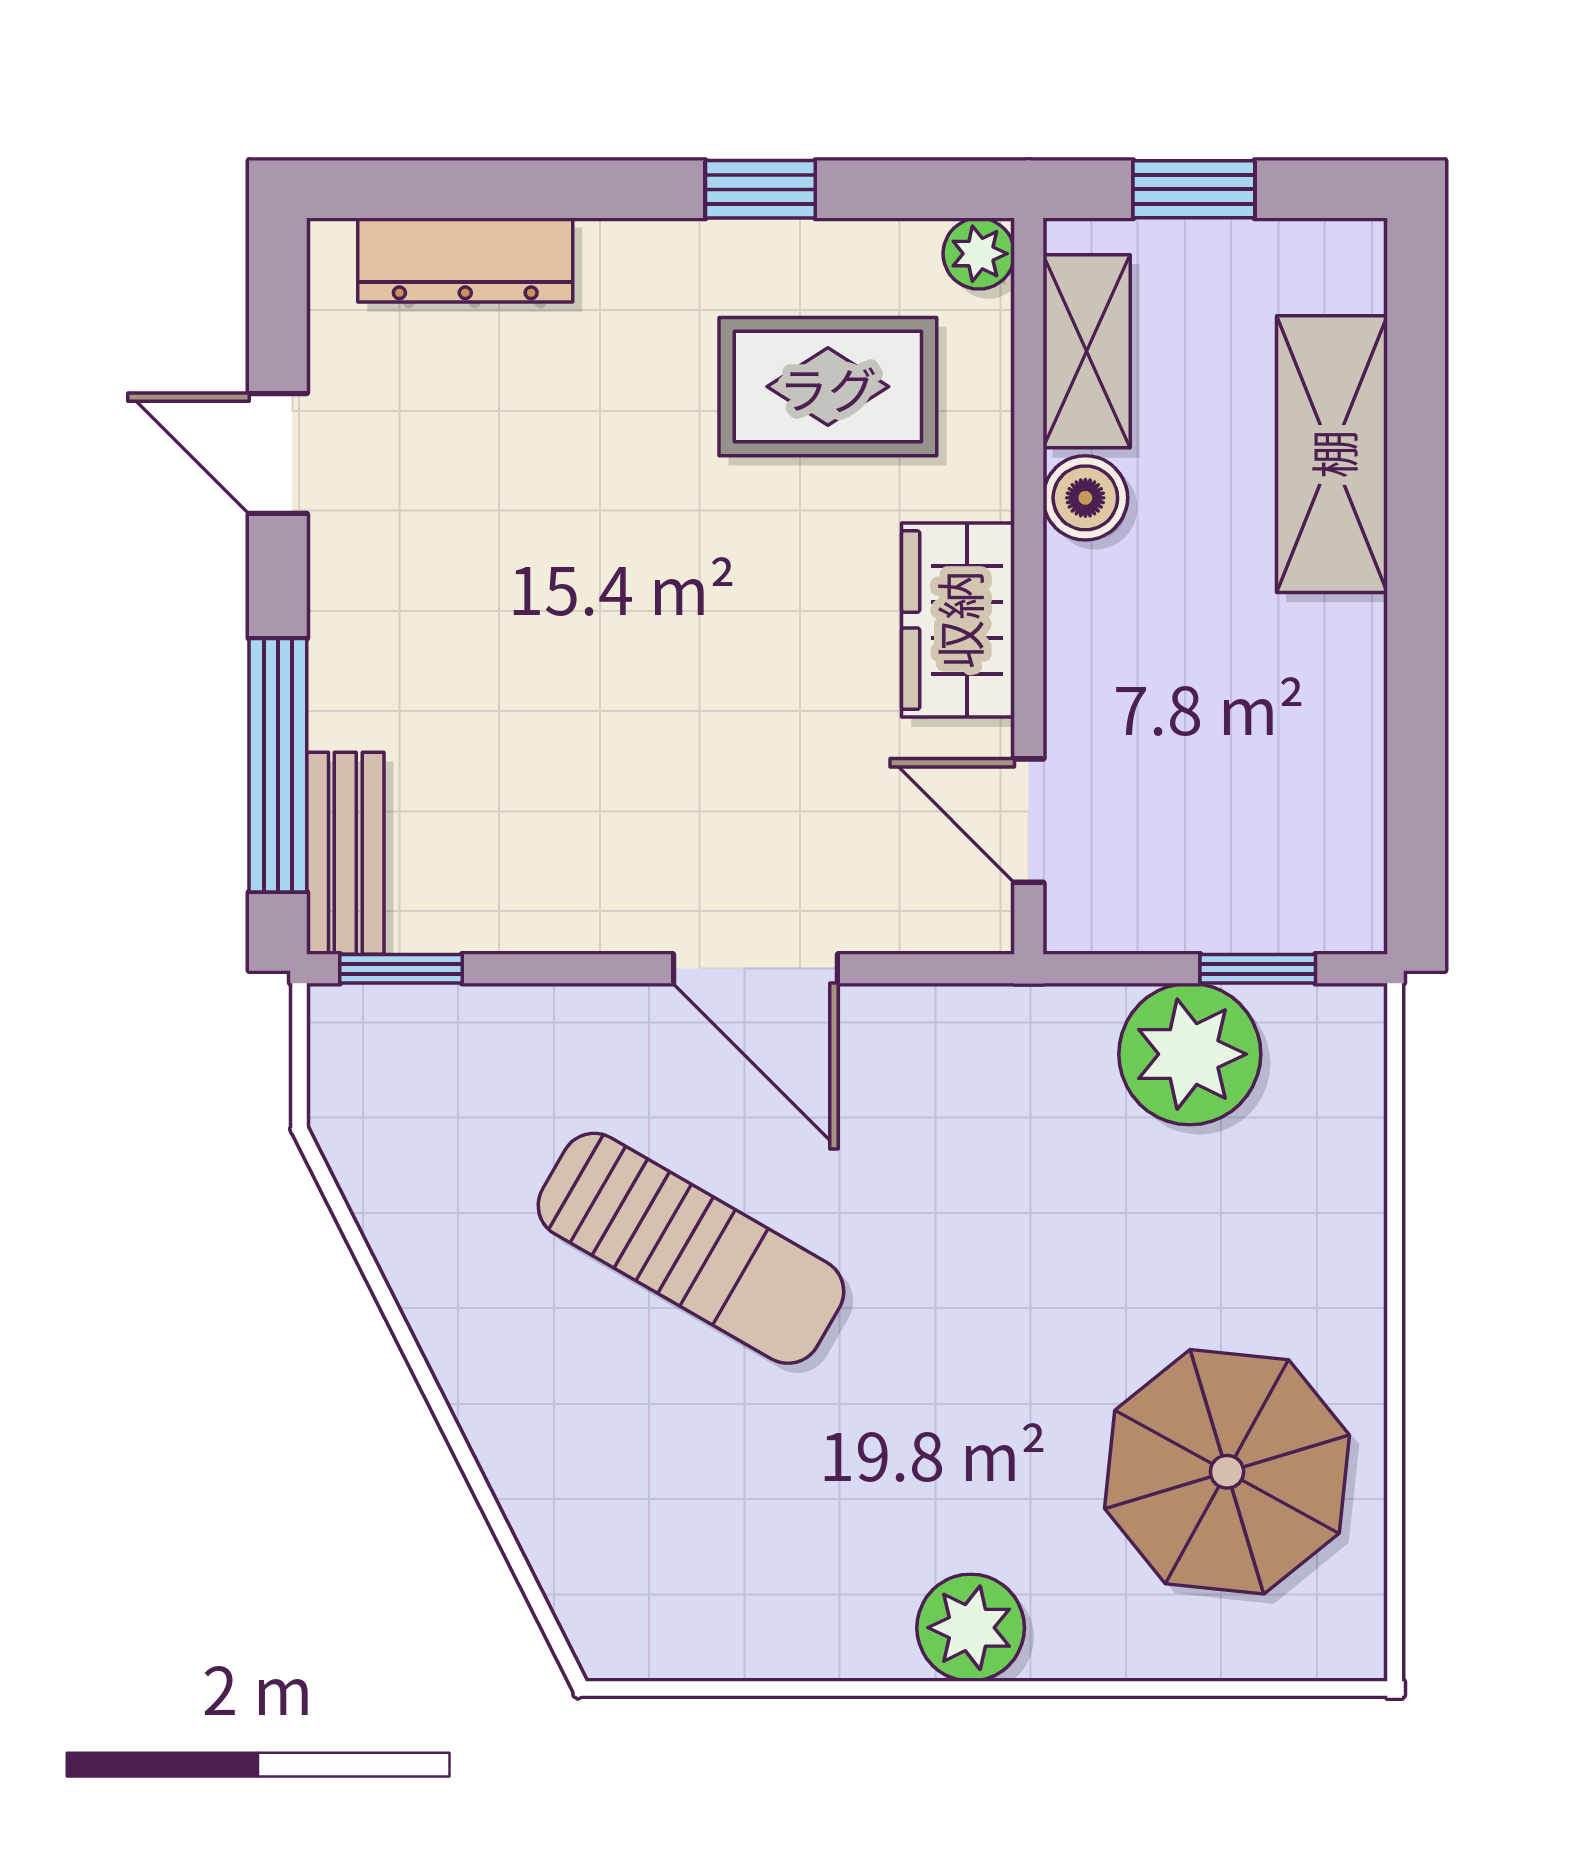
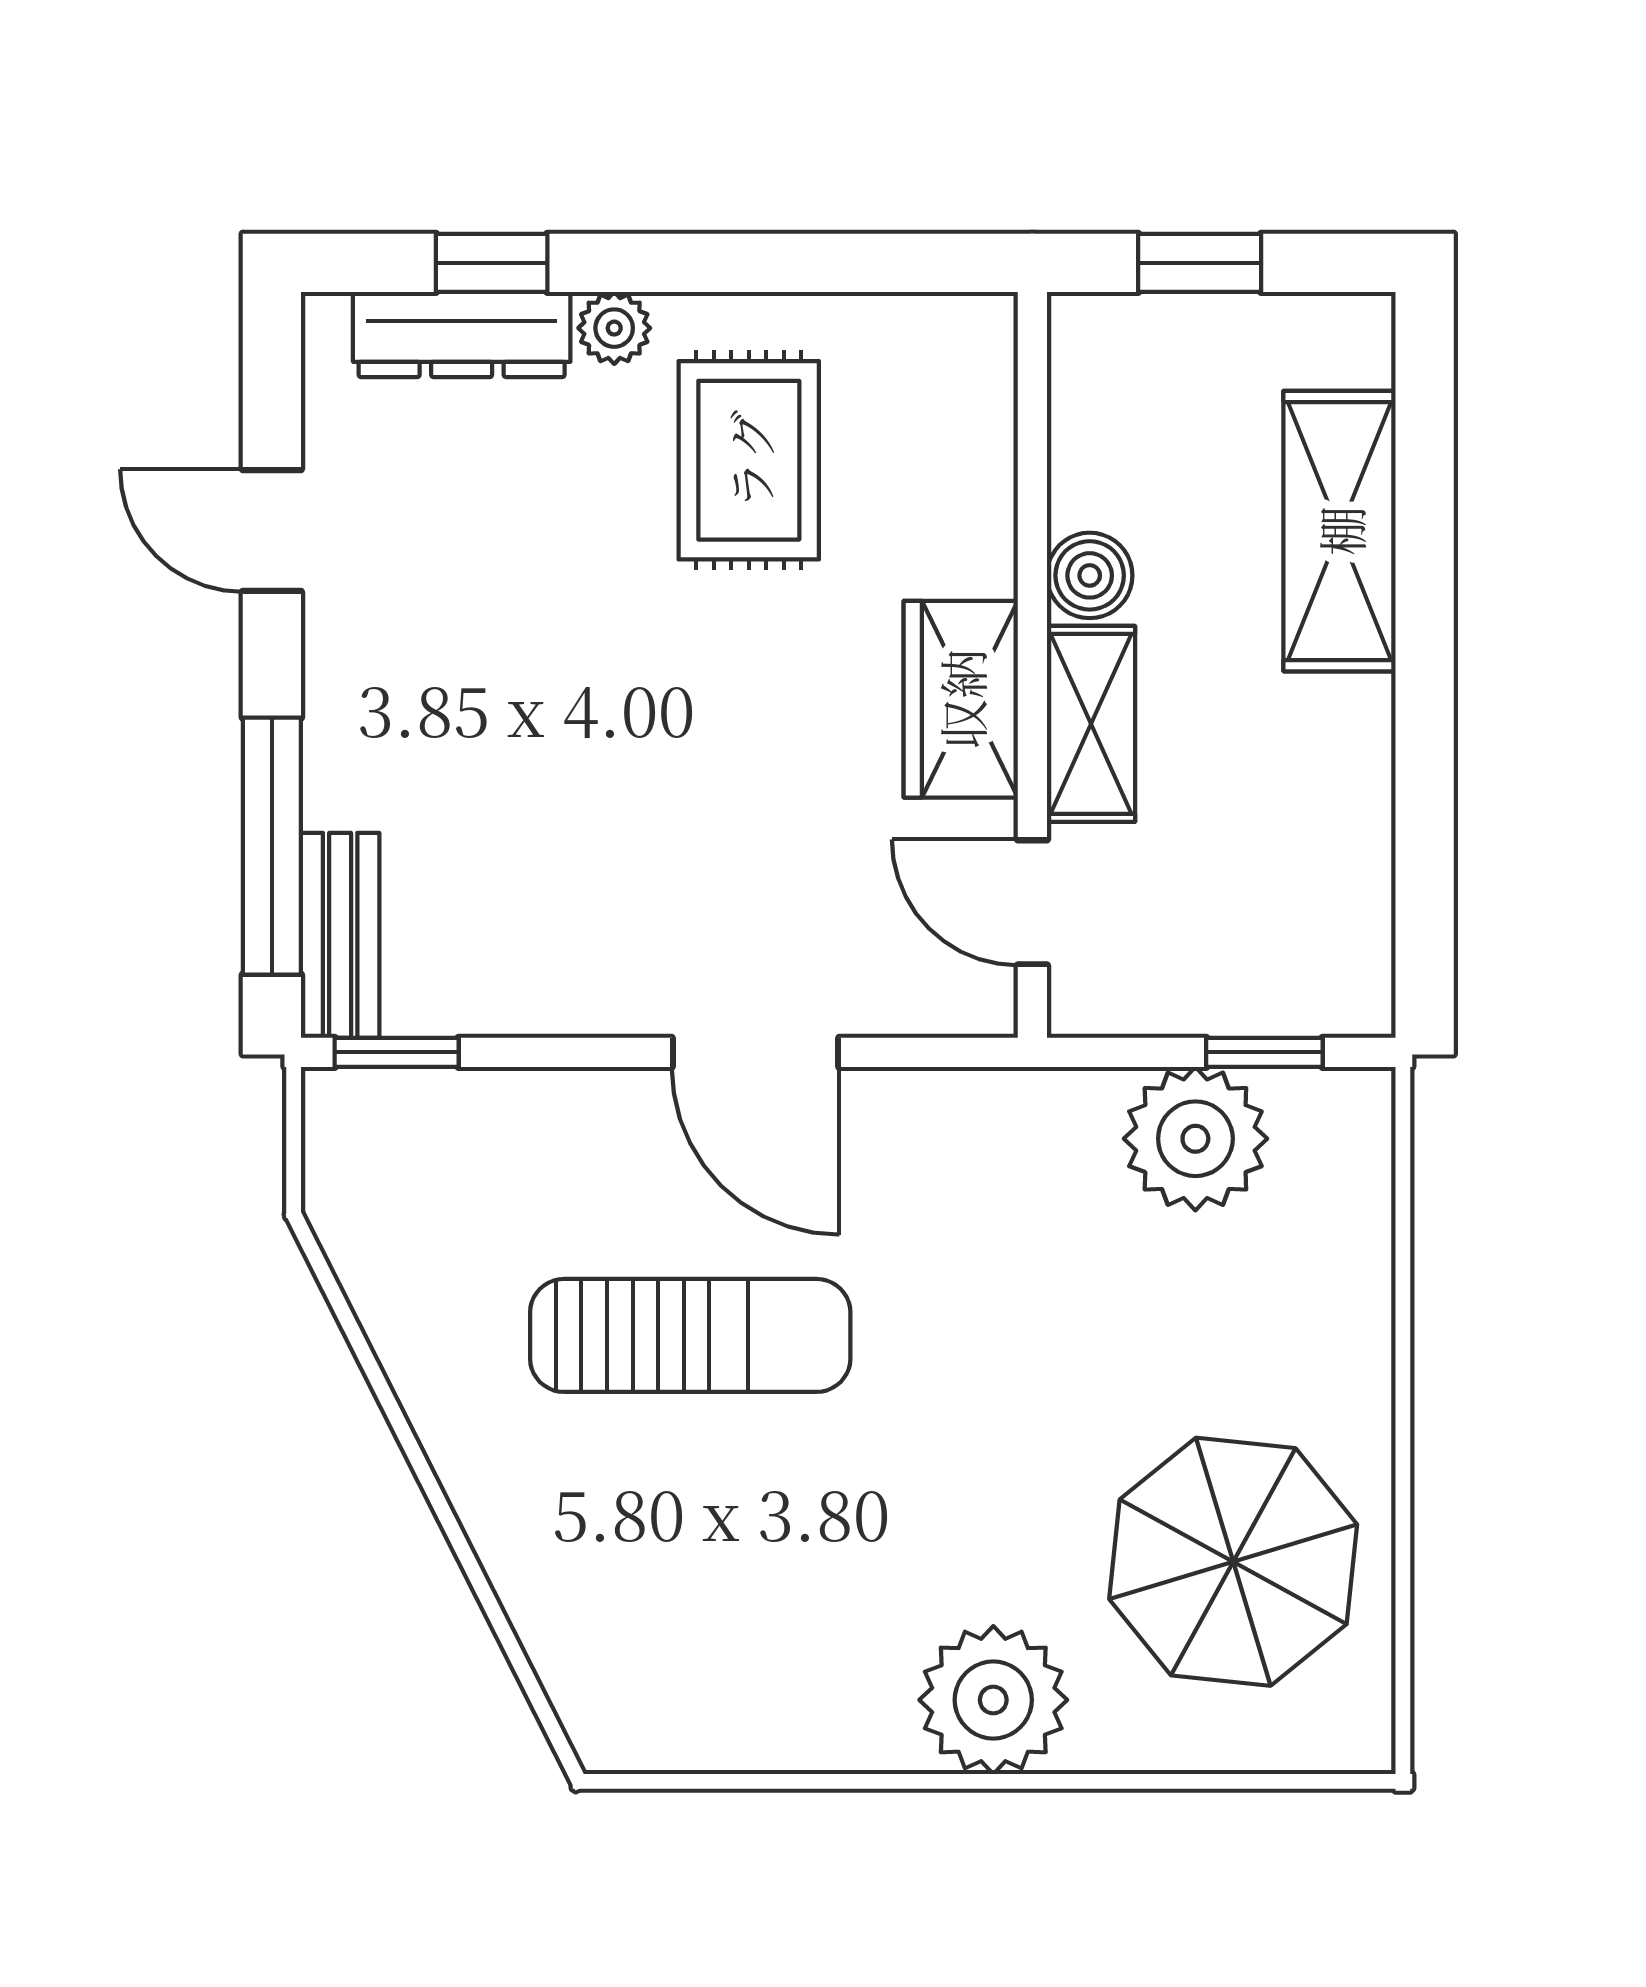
window: (760, 189) -> (492, 263), moved
plant: (979, 254) -> (614, 328), moved
shelving: (1087, 351) -> (1091, 724), moved
rug: (828, 387) -> (749, 460), moved, turned 90
sun lounger: (691, 1248) -> (690, 1335), turned -30
plant: (971, 1628) -> (993, 1700), width x1.36, depth x1.36

